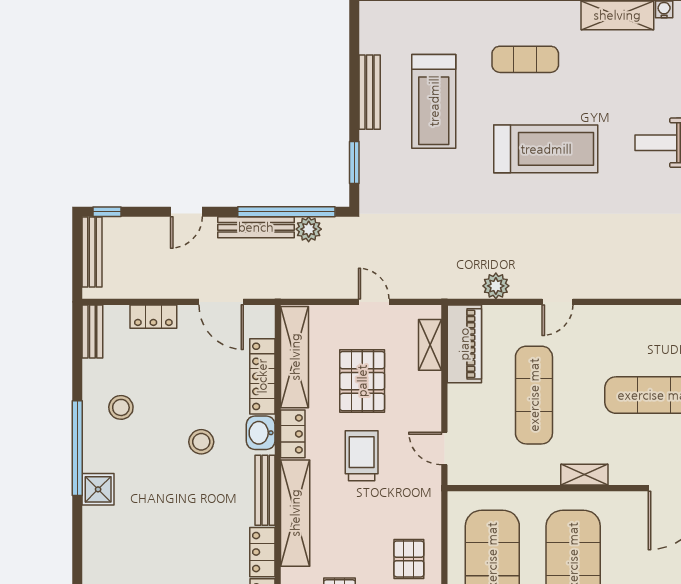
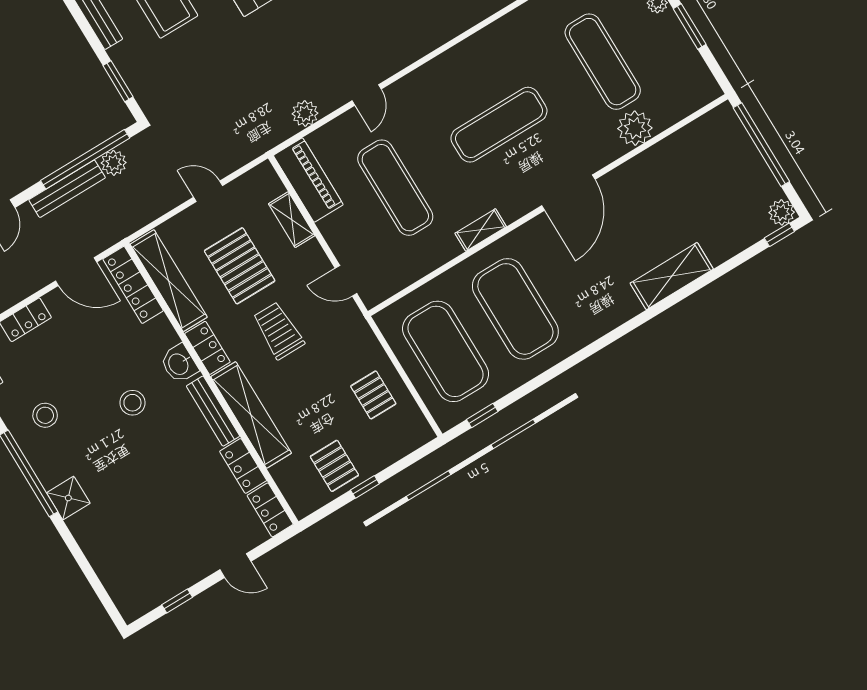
shelving: (430, 345) -> (292, 220), moved
locker: (262, 376) -> (133, 285), moved

